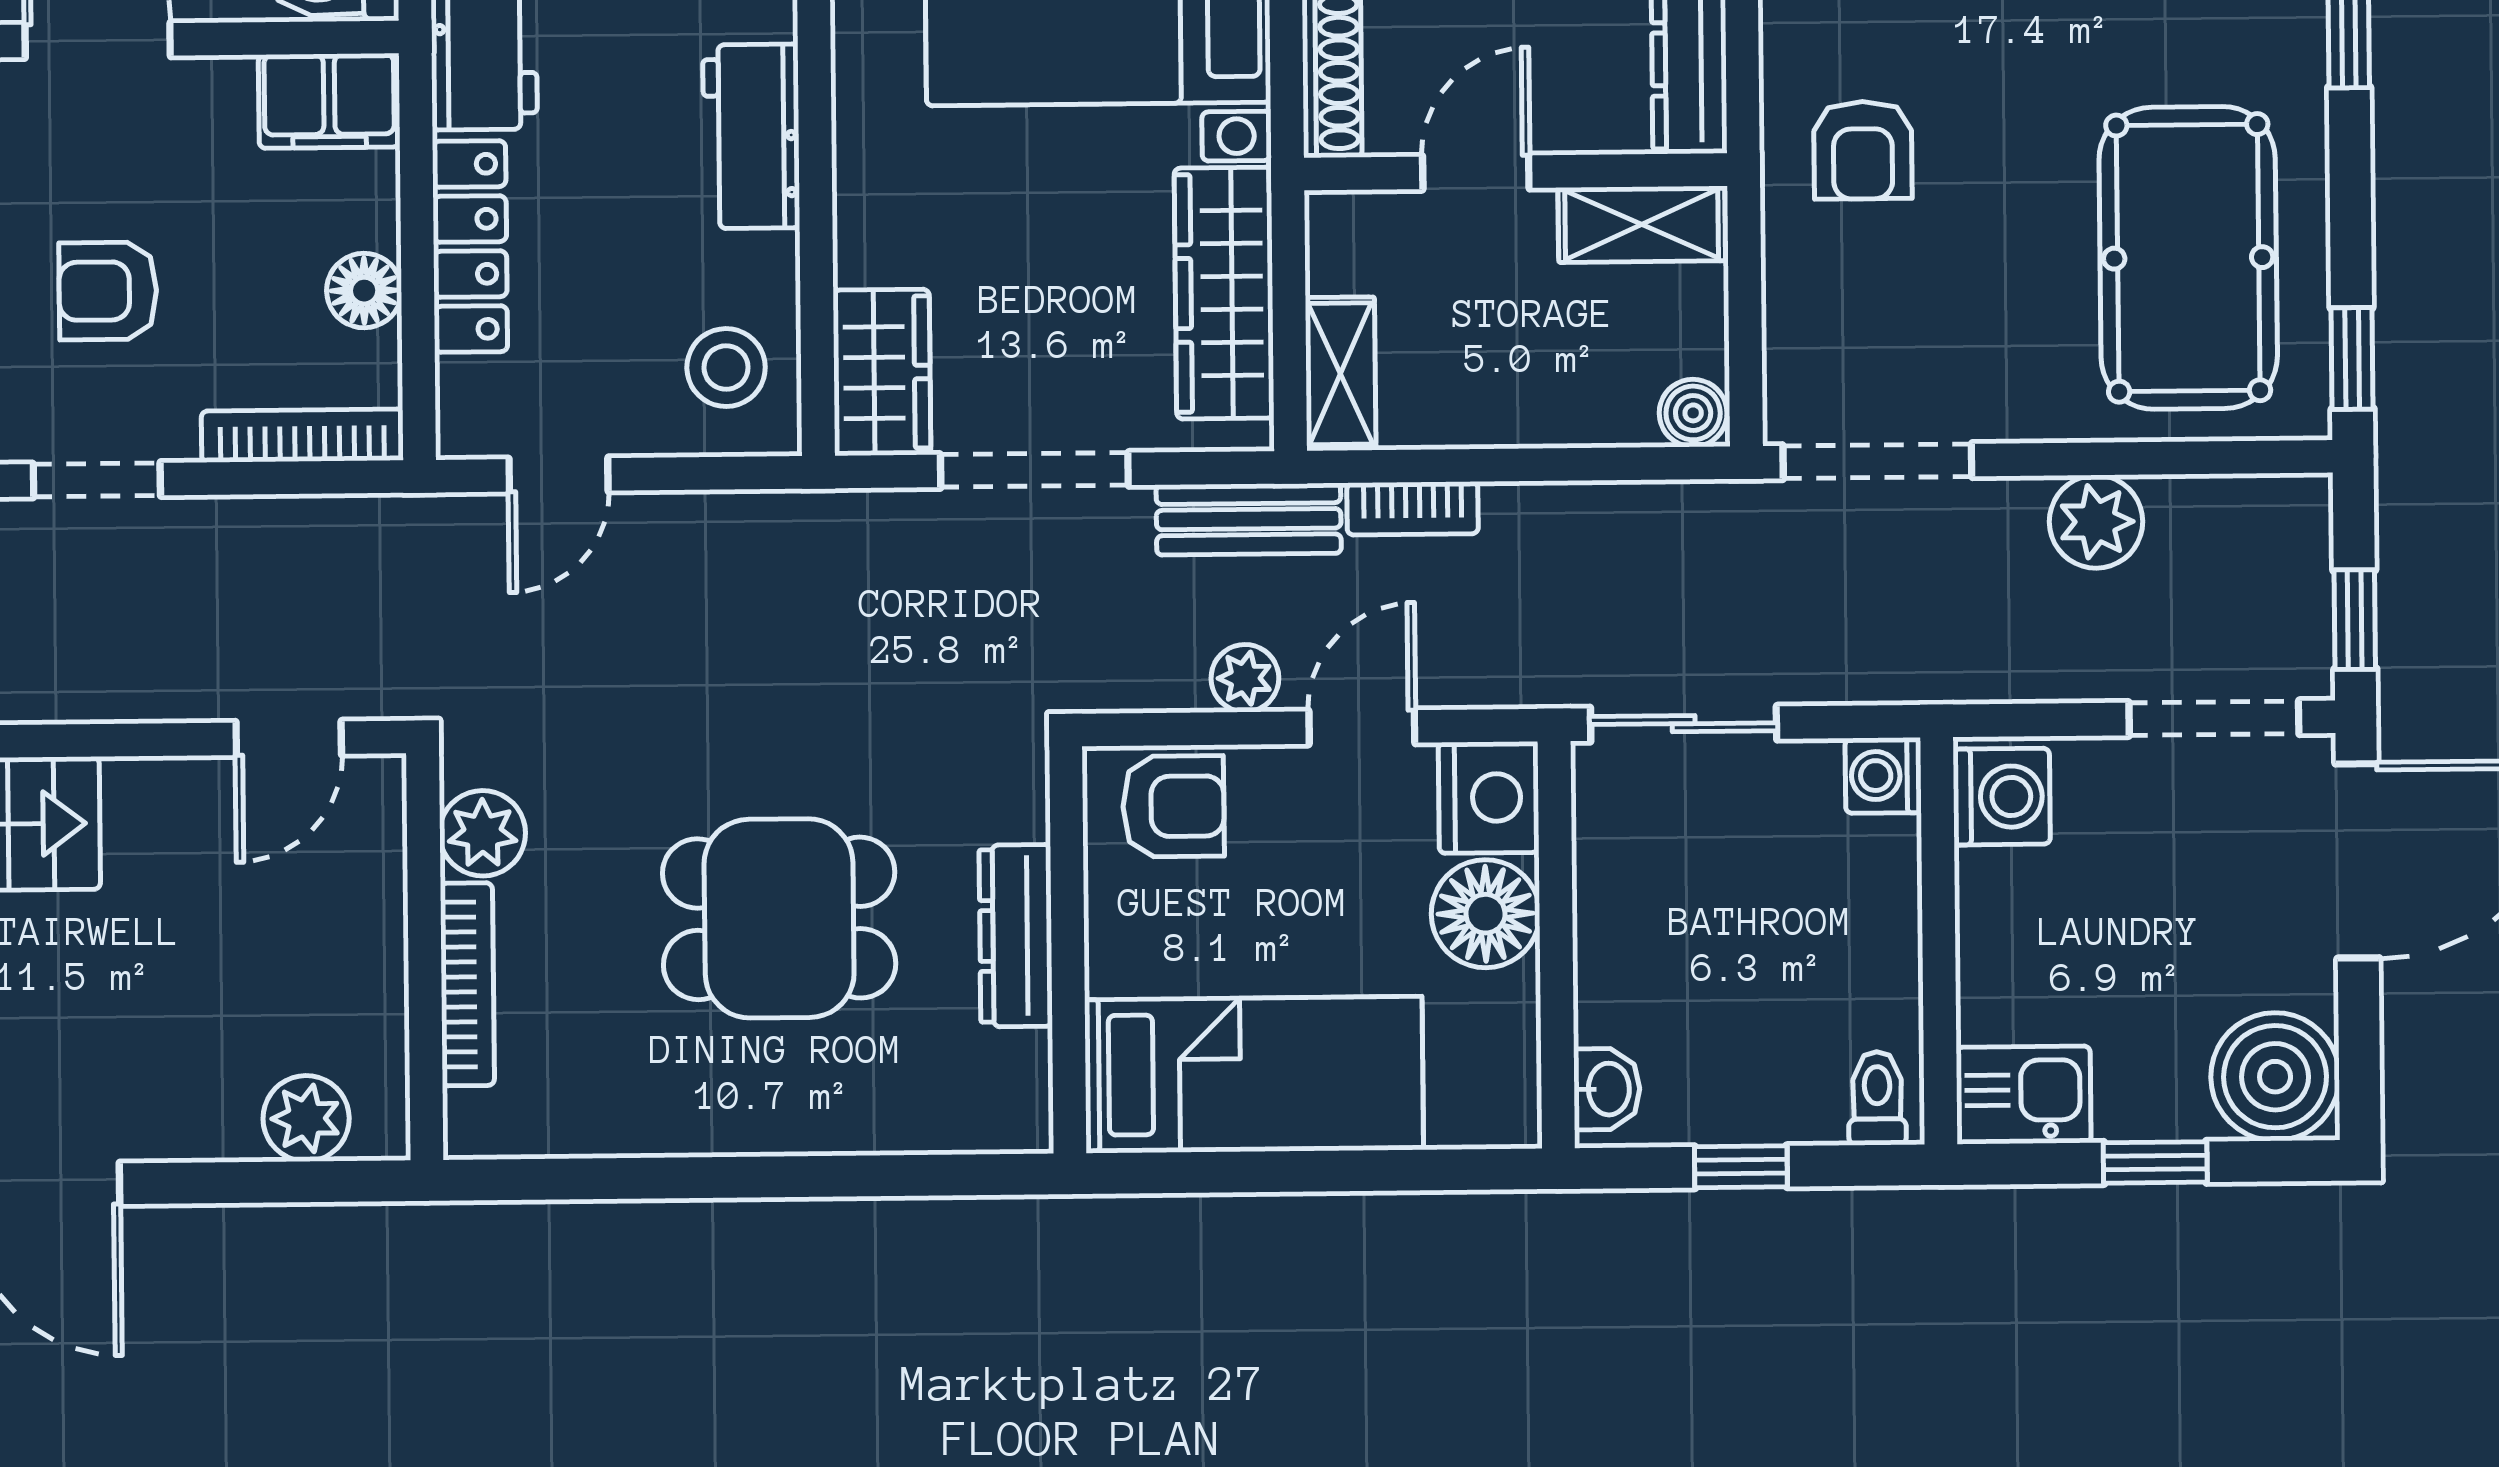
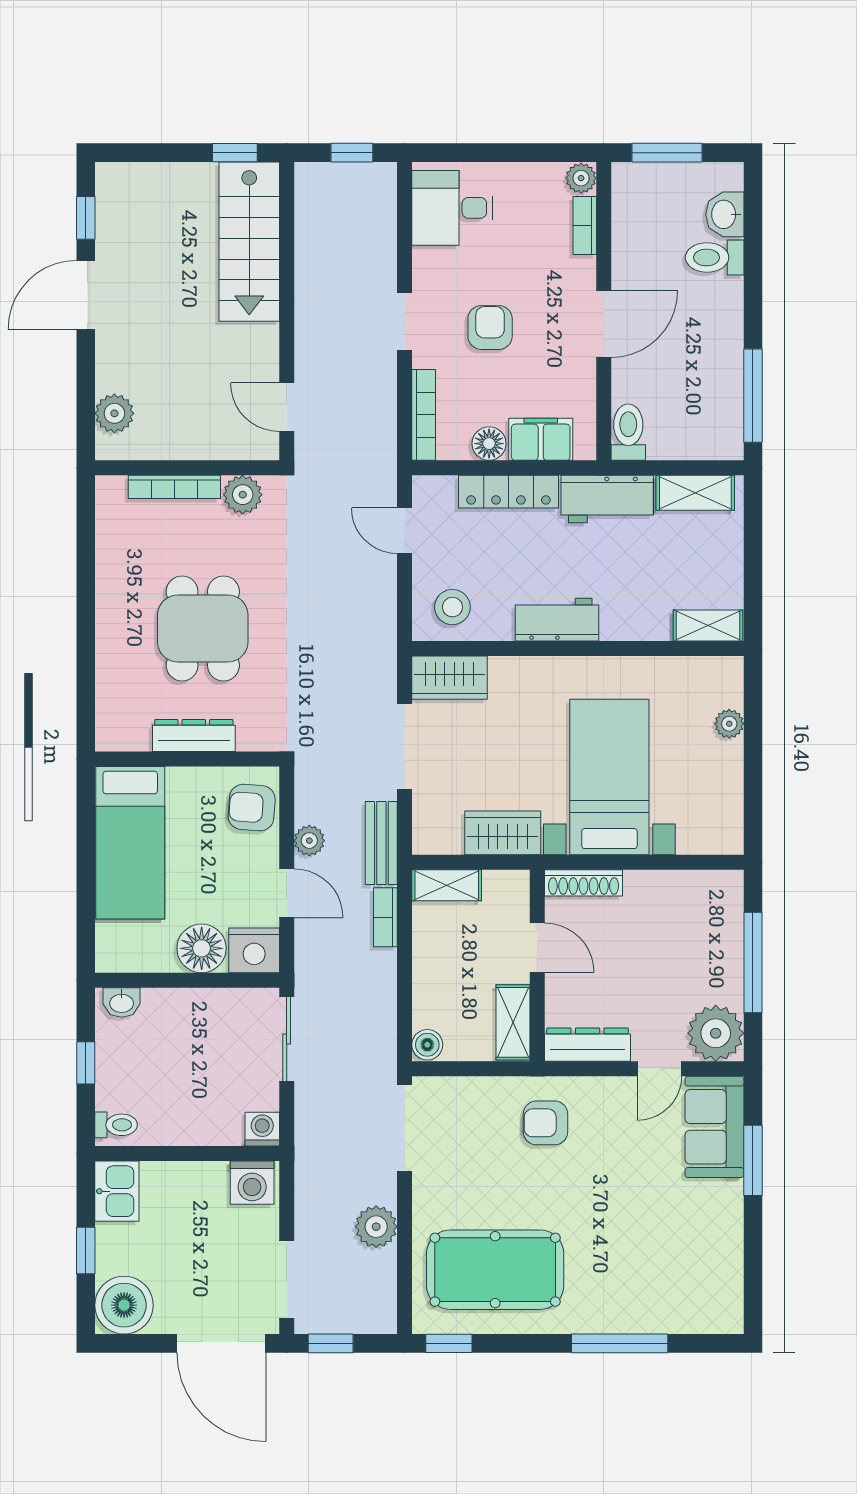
filing cabinet: (329, 101) -> (541, 439), moved, turned 90
wardrobe: (1224, 293) -> (503, 833), width x0.67
armchair: (1173, 806) -> (252, 808), turned 94

